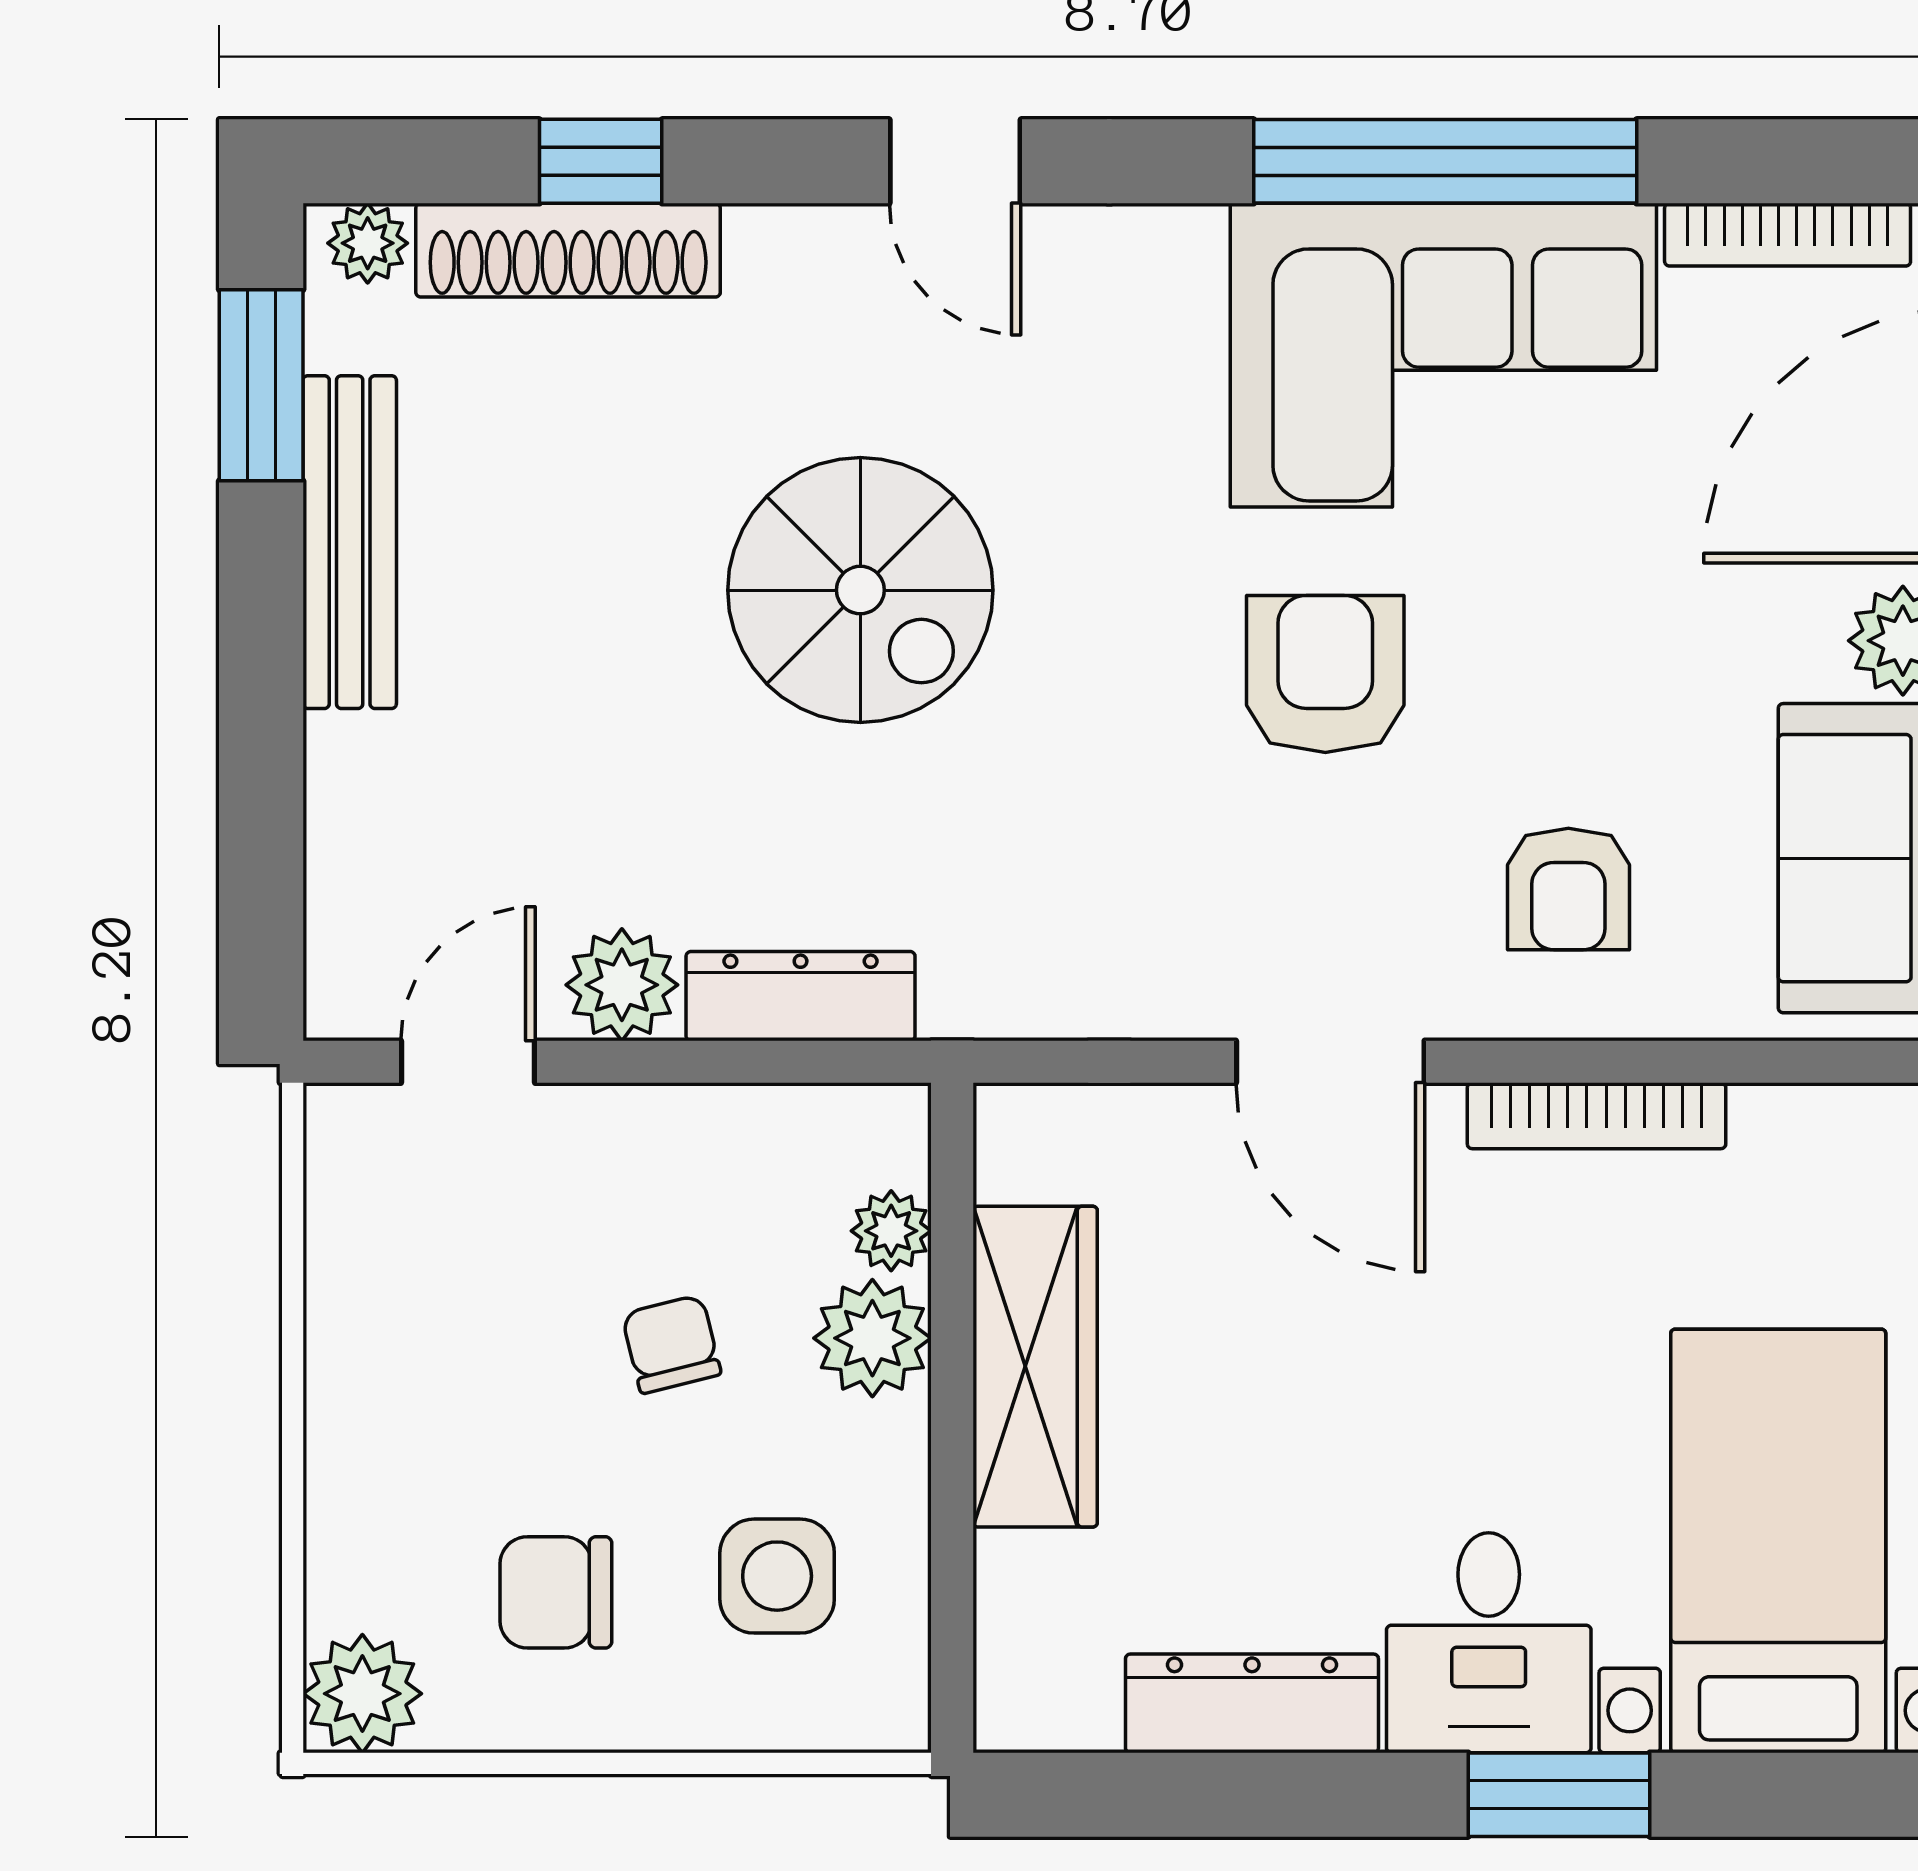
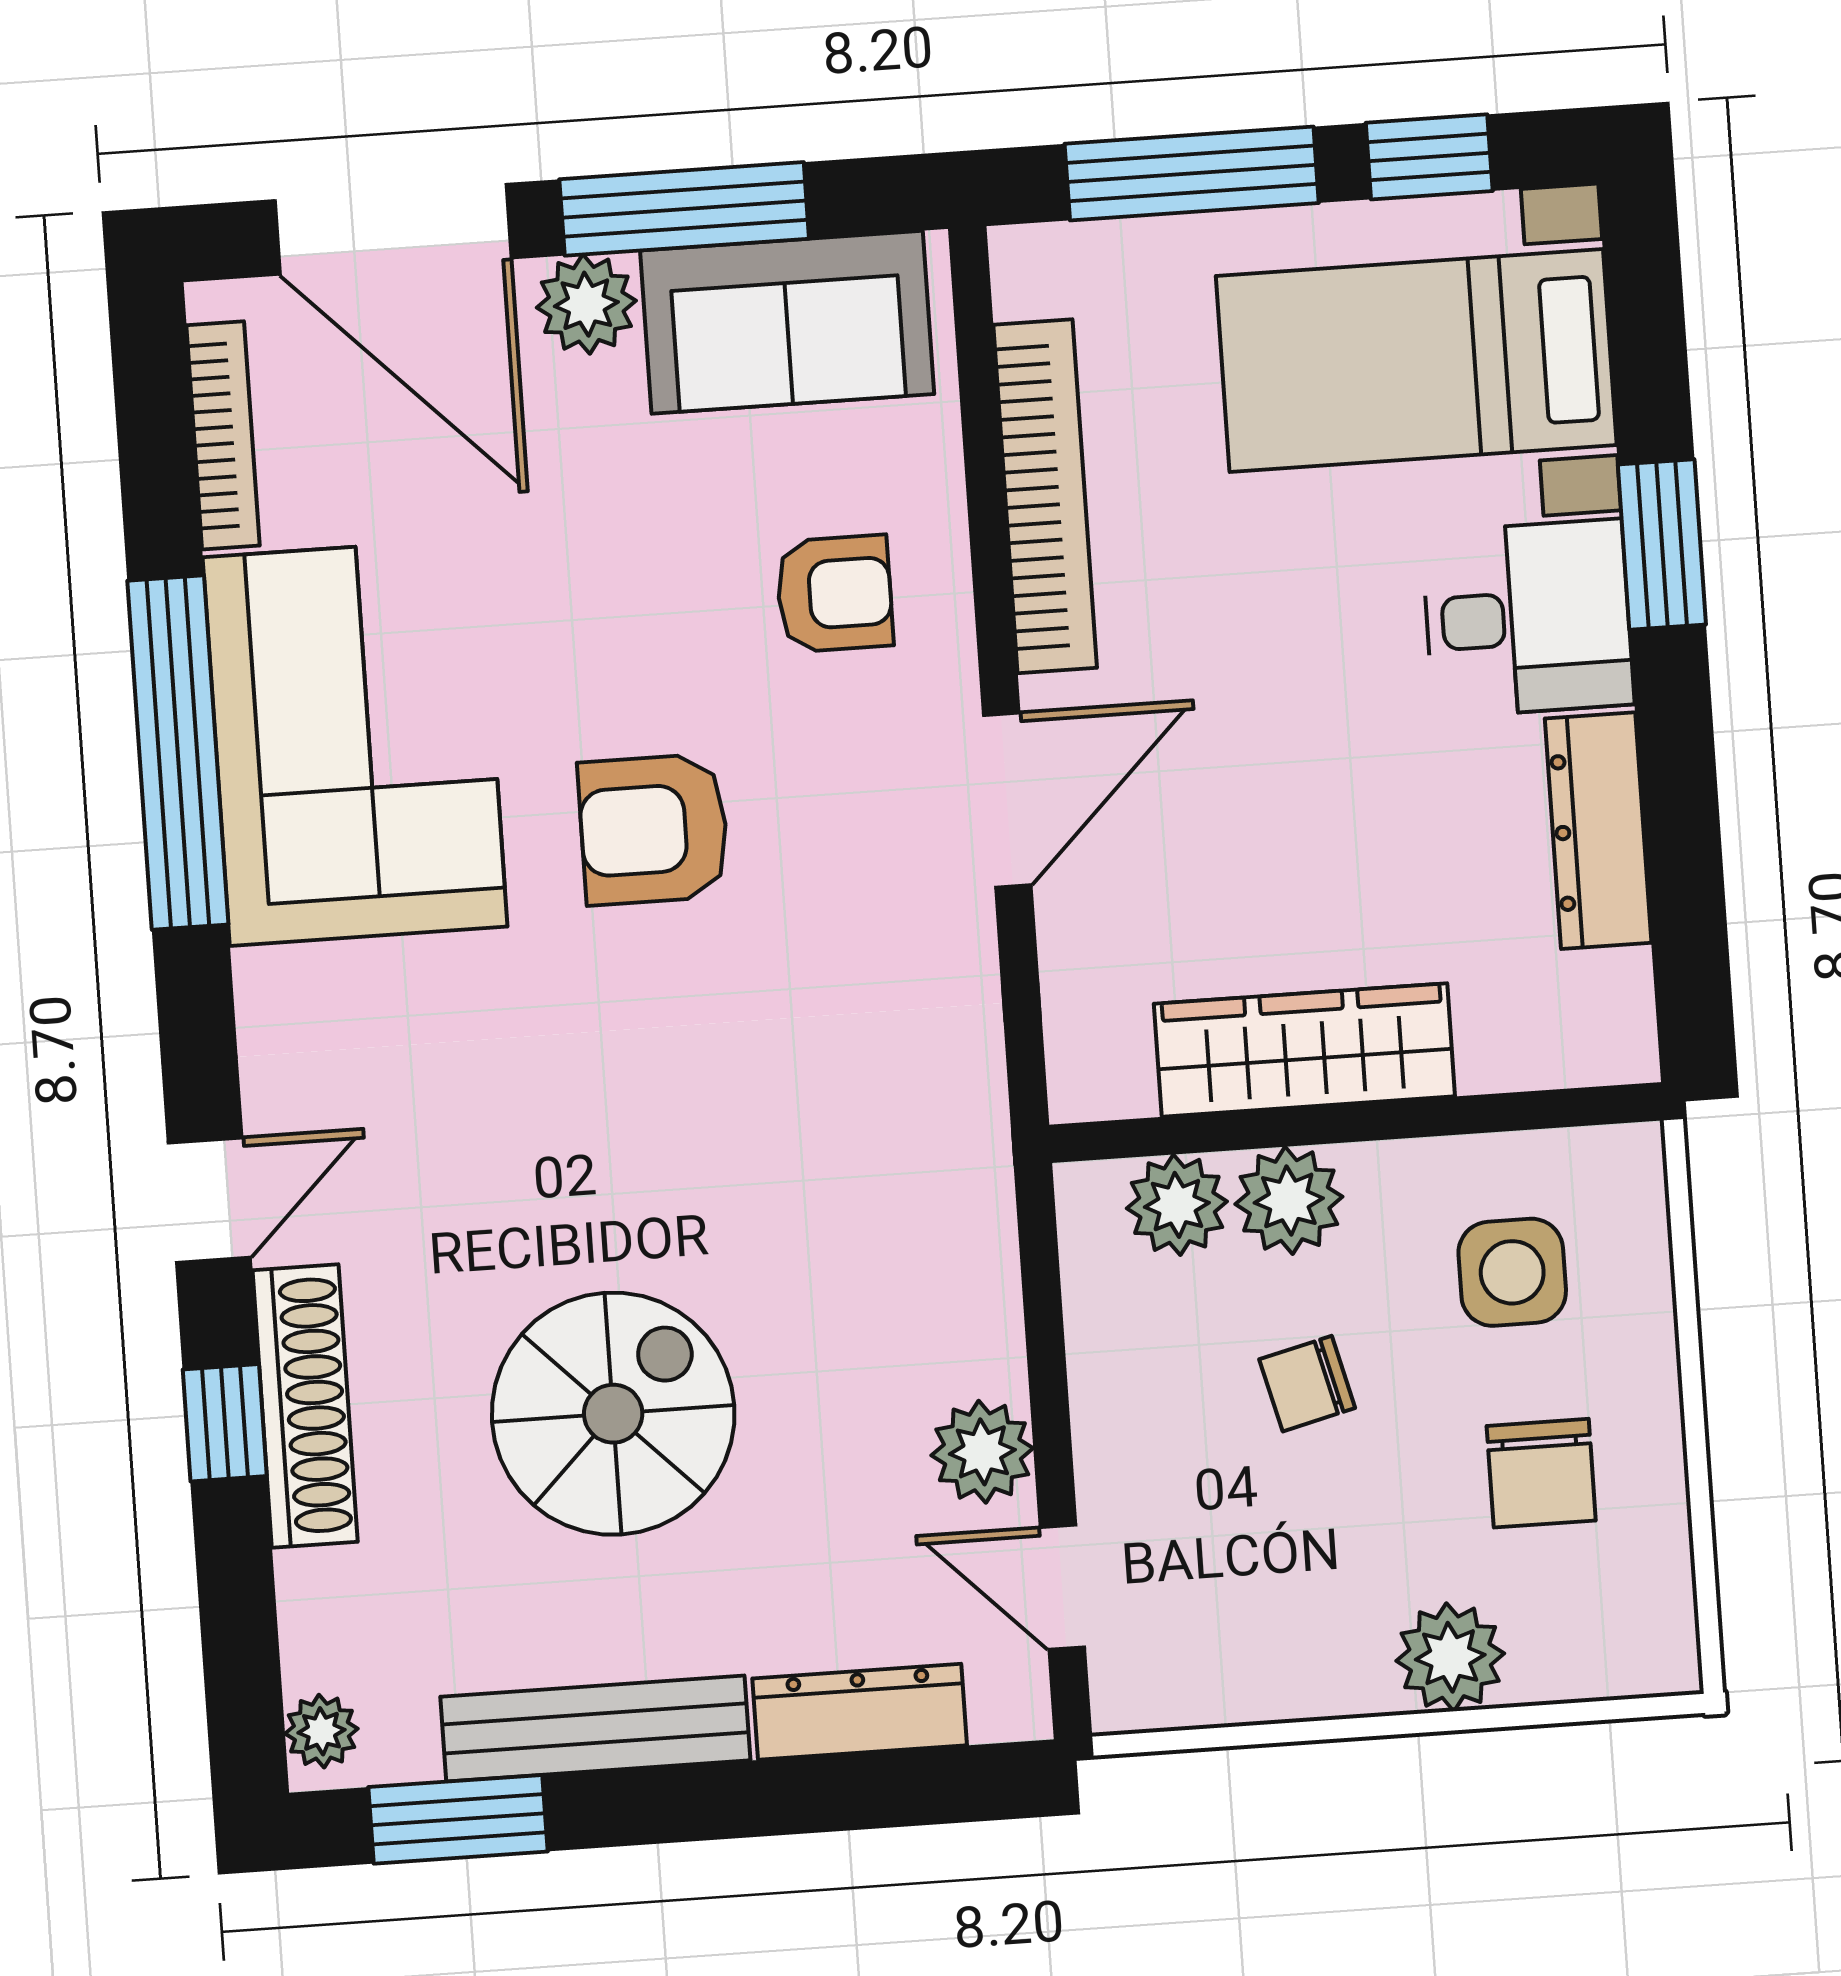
window: (601, 161) -> (225, 1423), moved
shoe rack: (568, 250) -> (305, 1406), moved
spiral stairs: (860, 590) -> (613, 1414), moved
dresser: (801, 996) -> (860, 1712), moved, turned 90
bookcase: (1597, 1116) -> (1045, 496), width x1.48, depth x1.31
plant: (891, 1231) -> (1177, 1205), width x1.38, depth x1.38
plant: (362, 1694) -> (1450, 1657), moved

